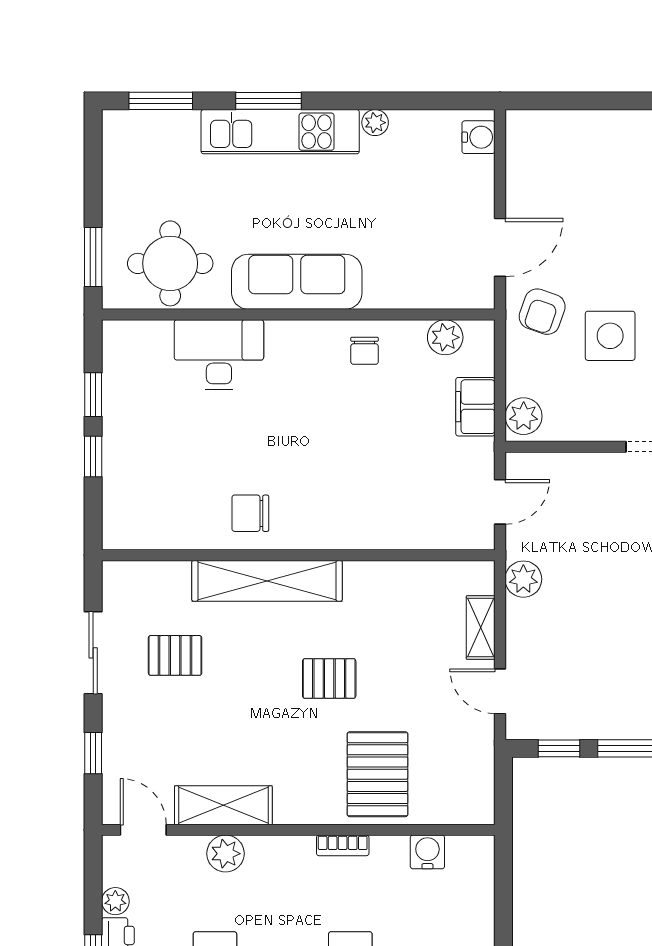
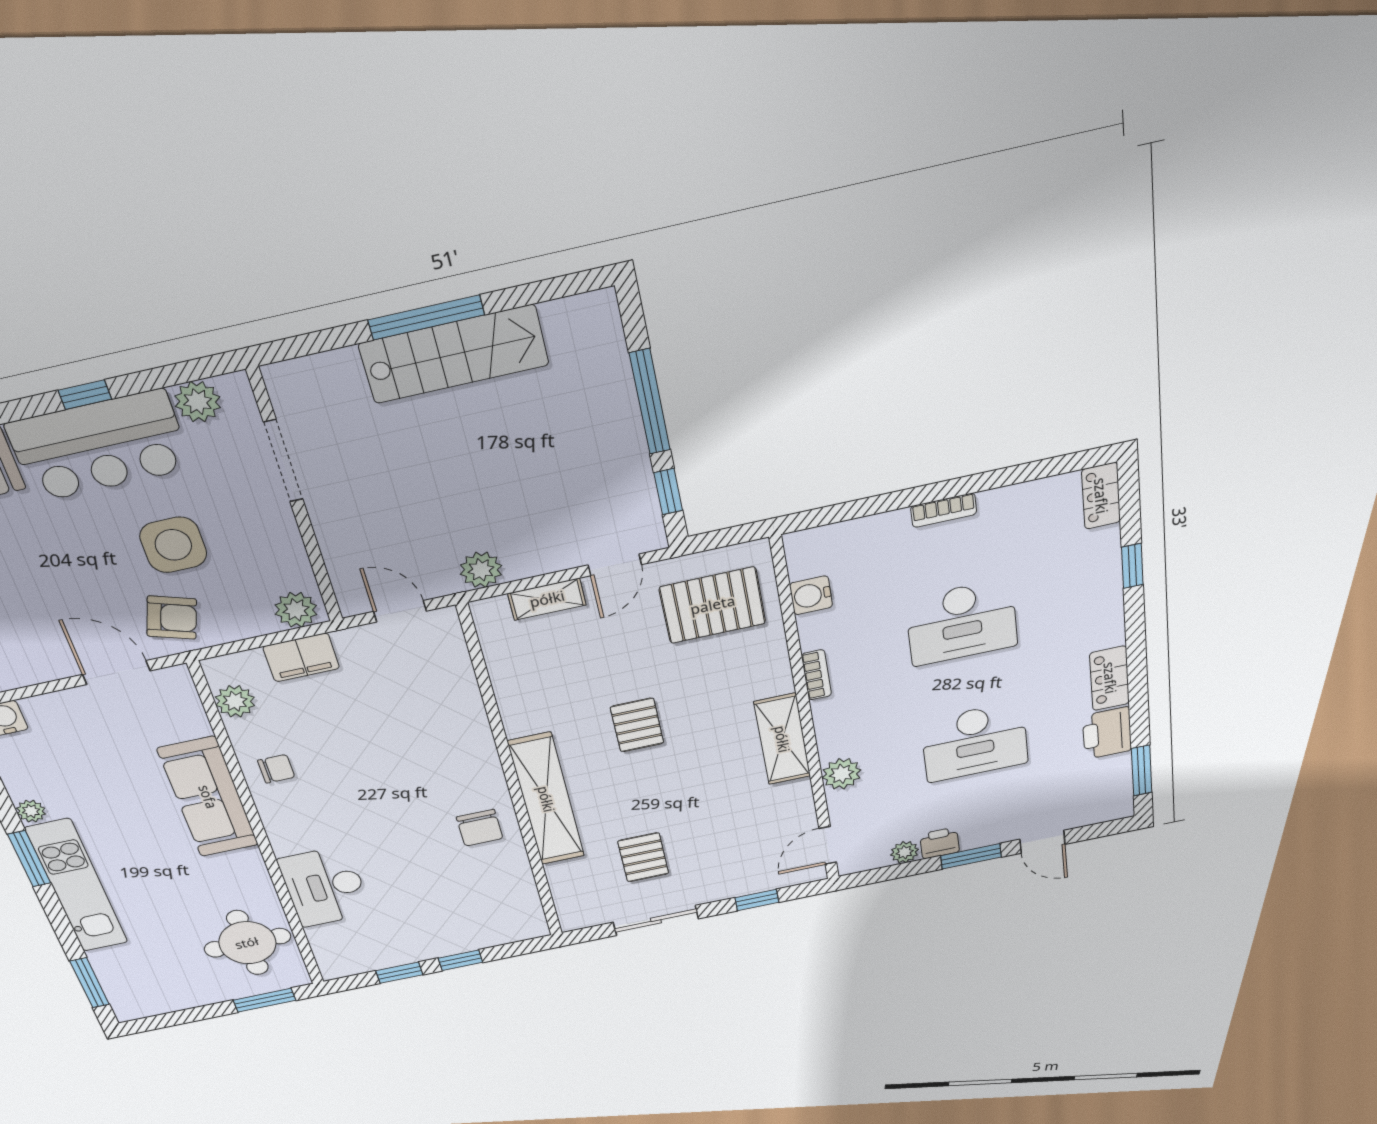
window: (269, 101) -> (29, 859), moved
sofa: (297, 282) -> (208, 797), moved
pallet: (377, 774) -> (713, 605), moved
shelving: (223, 805) -> (782, 739), moved

